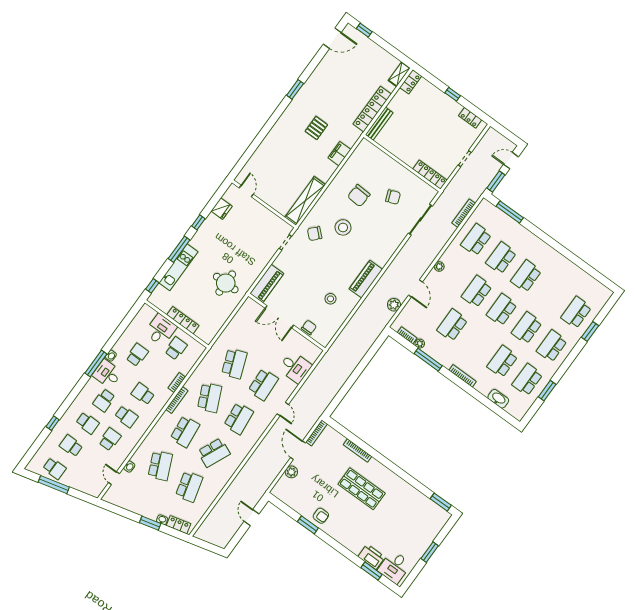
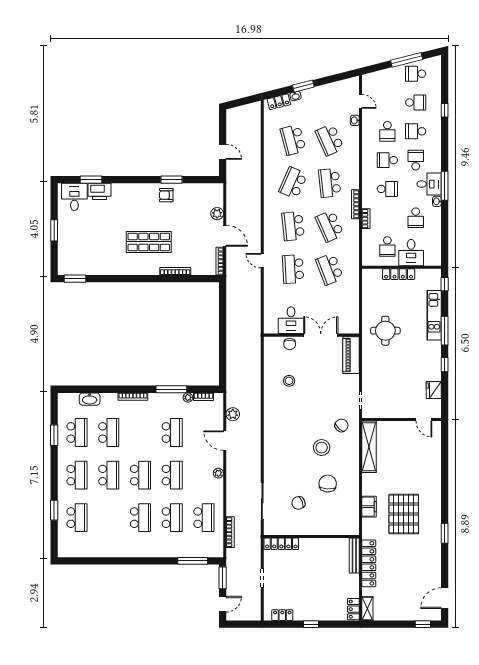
pallet: (316, 128) -> (404, 514), width x2.05, depth x2.00
piano: (366, 279) -> (272, 418), removed
desk: (295, 367) -> (291, 320), moved, turned -90

